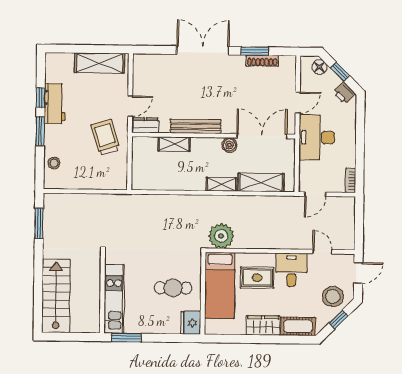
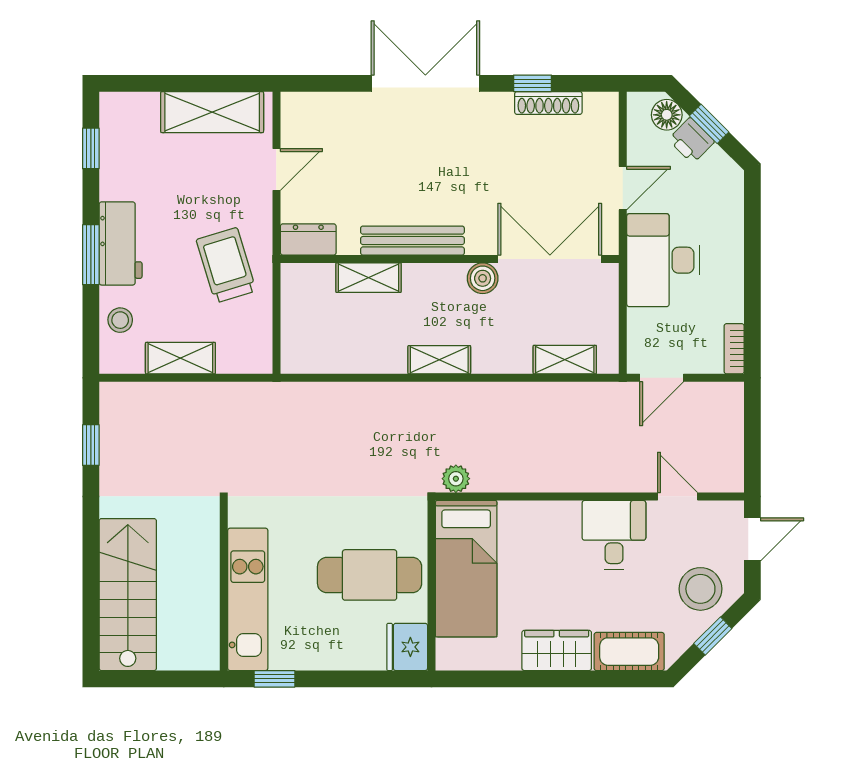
window: (255, 51) -> (533, 83), width x0.67
printer: (344, 93) -> (691, 141), moved
window: (40, 98) -> (91, 148), moved
workbench: (55, 103) -> (121, 243), moved
door: (130, 106) -> (276, 170), moved
shelving: (83, 182) -> (180, 358), added
shelving: (261, 182) -> (565, 360), width x0.67, depth x0.75
shelving: (222, 184) -> (439, 360), moved
window: (39, 223) -> (91, 445), width x0.67
plant: (221, 236) -> (456, 479), width x0.53, depth x0.53
rug: (257, 278) -> (543, 552), removed
cafe table: (173, 288) -> (370, 575), width x1.37, depth x1.35
window: (126, 338) -> (274, 679), width x0.67

